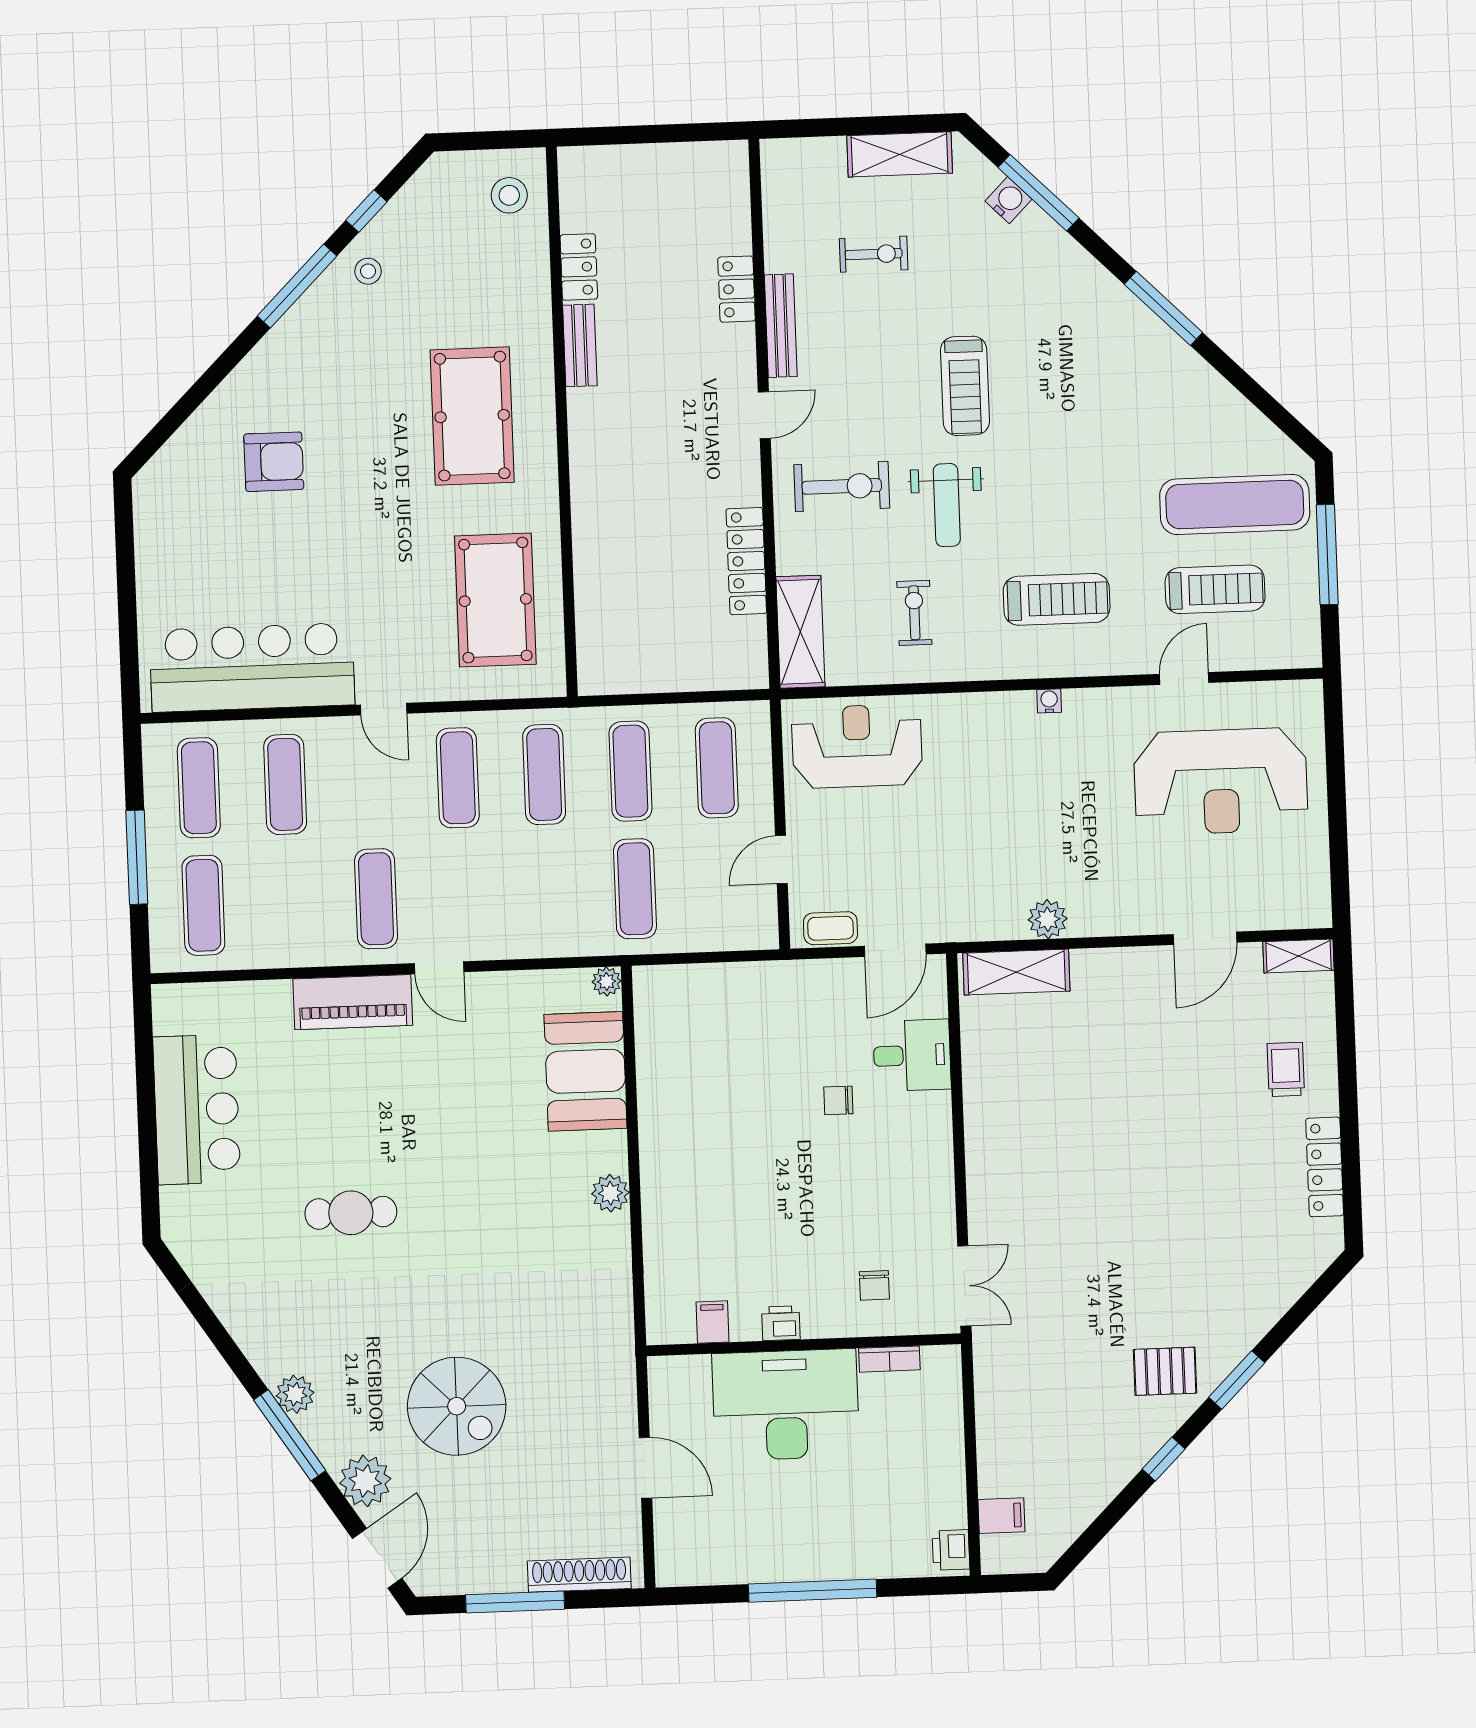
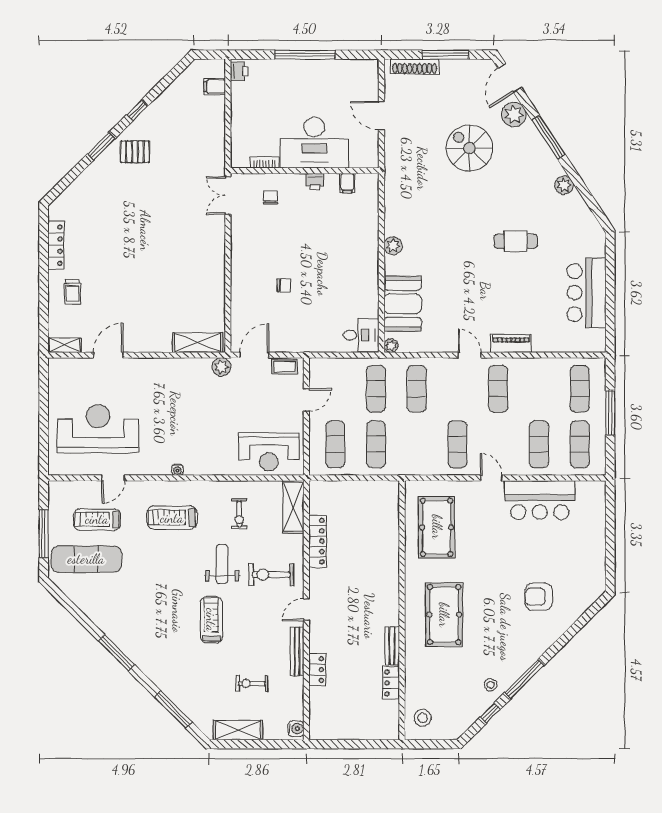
water cooler: (1009, 200) -> (296, 729), moved, turned -135
bar counter: (252, 667) -> (540, 500), width x0.73
exercise mat: (544, 774) -> (417, 389), moved
plant: (1048, 919) -> (221, 367), moved
piano: (353, 1002) -> (511, 343), width x0.73, depth x0.75
desk: (912, 1055) -> (361, 335), moved, turned 180
plant: (295, 1394) -> (564, 185), moved

